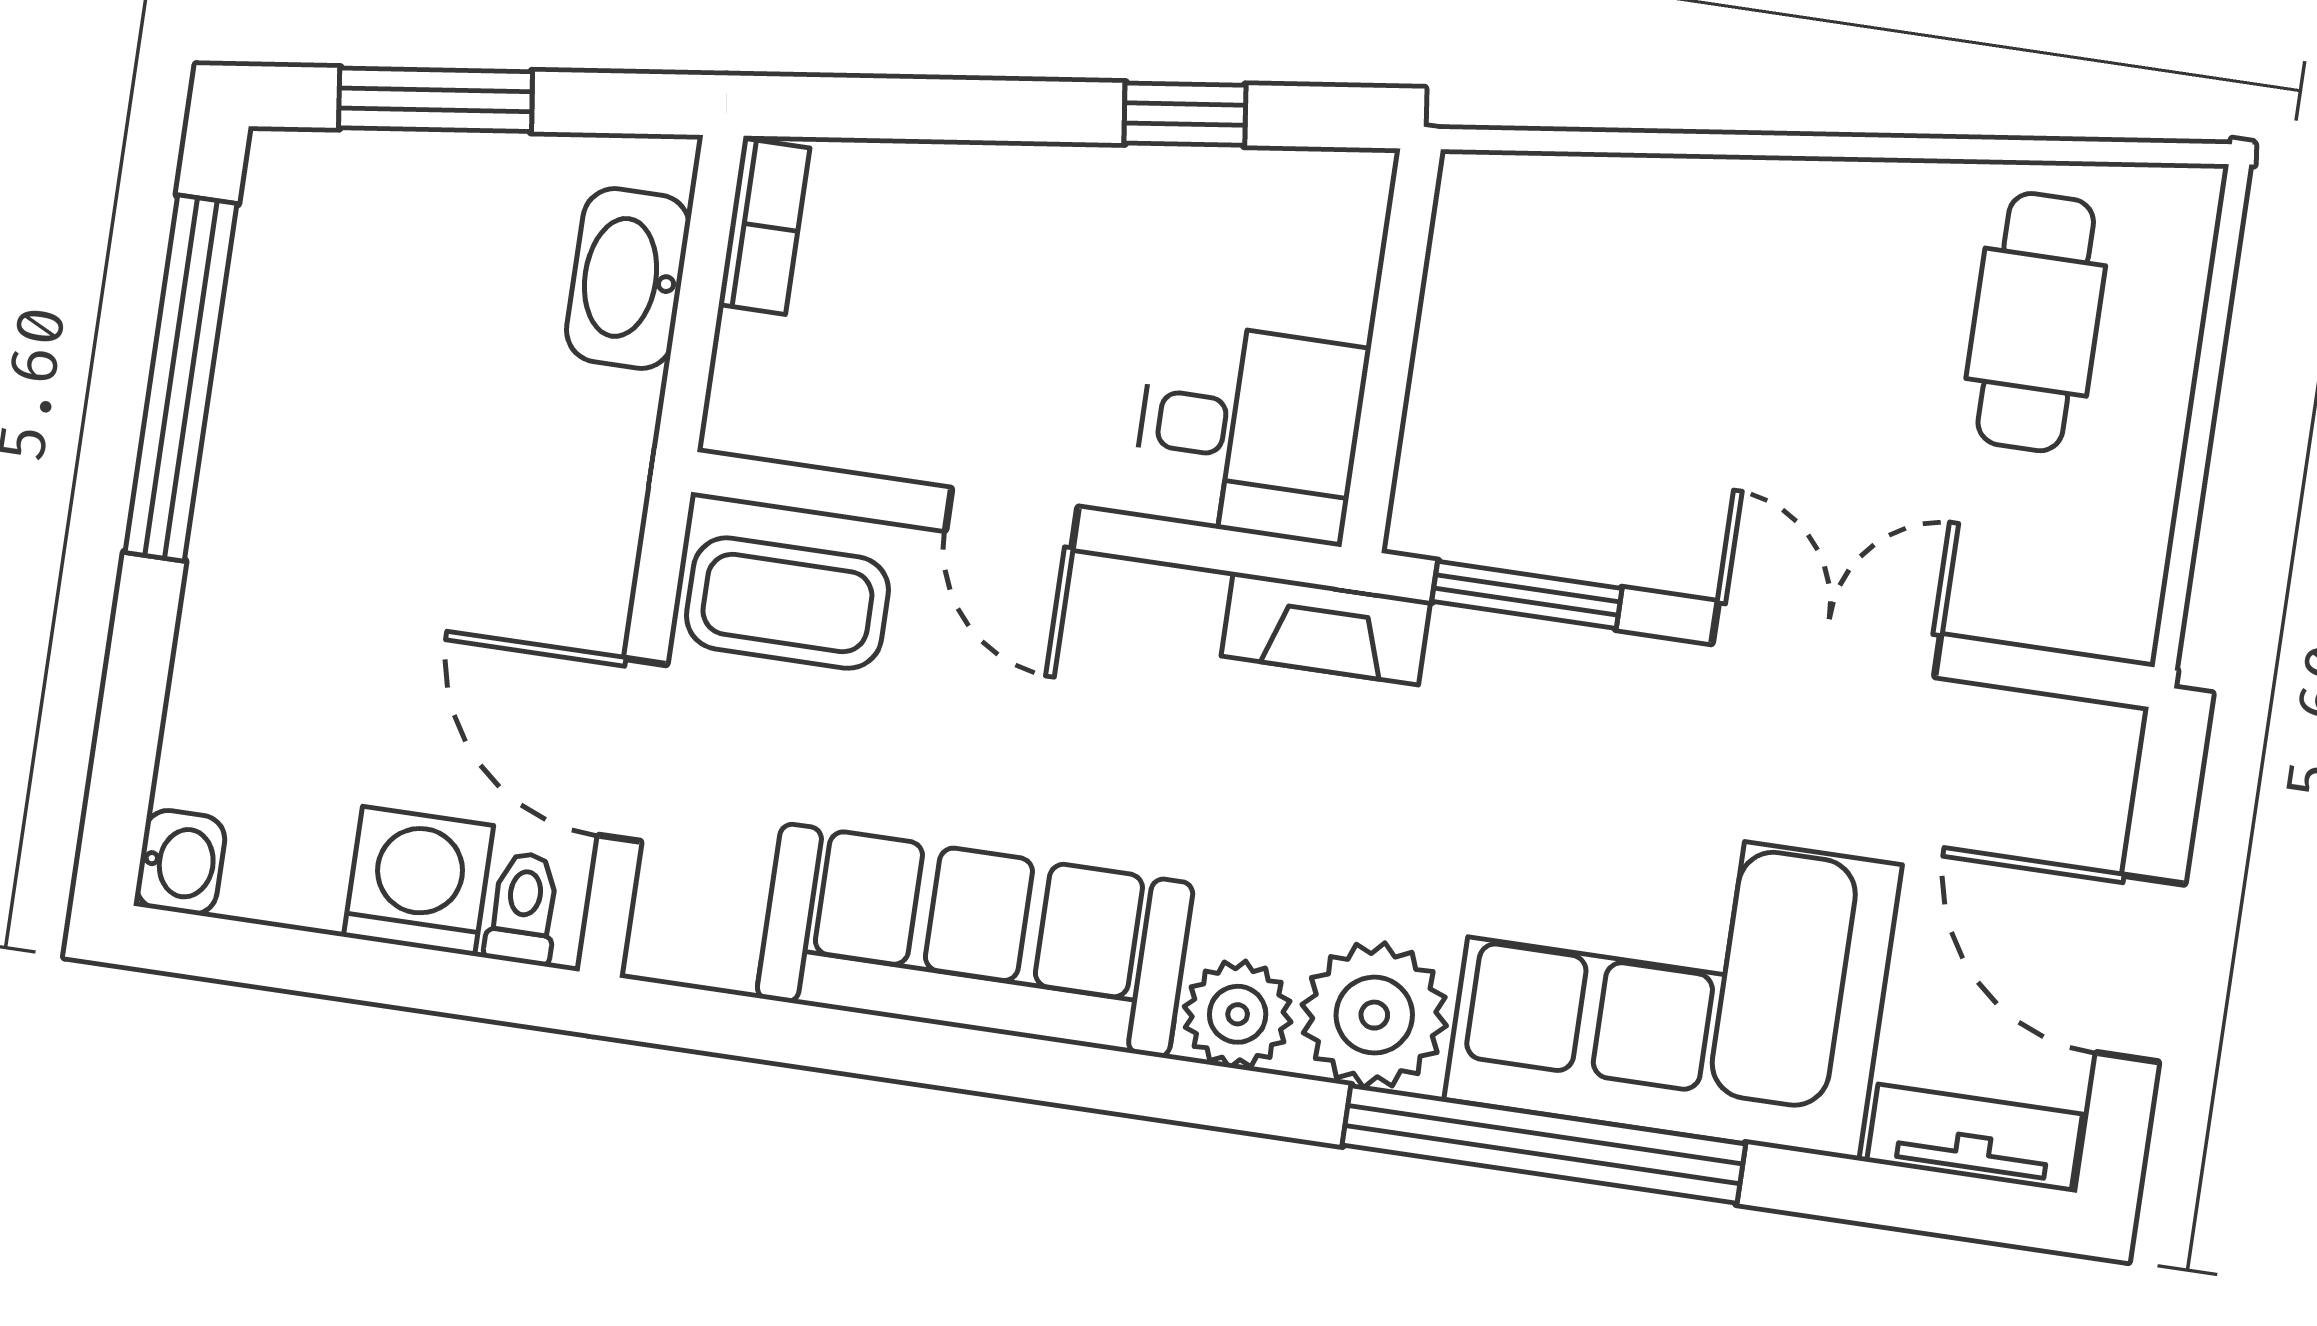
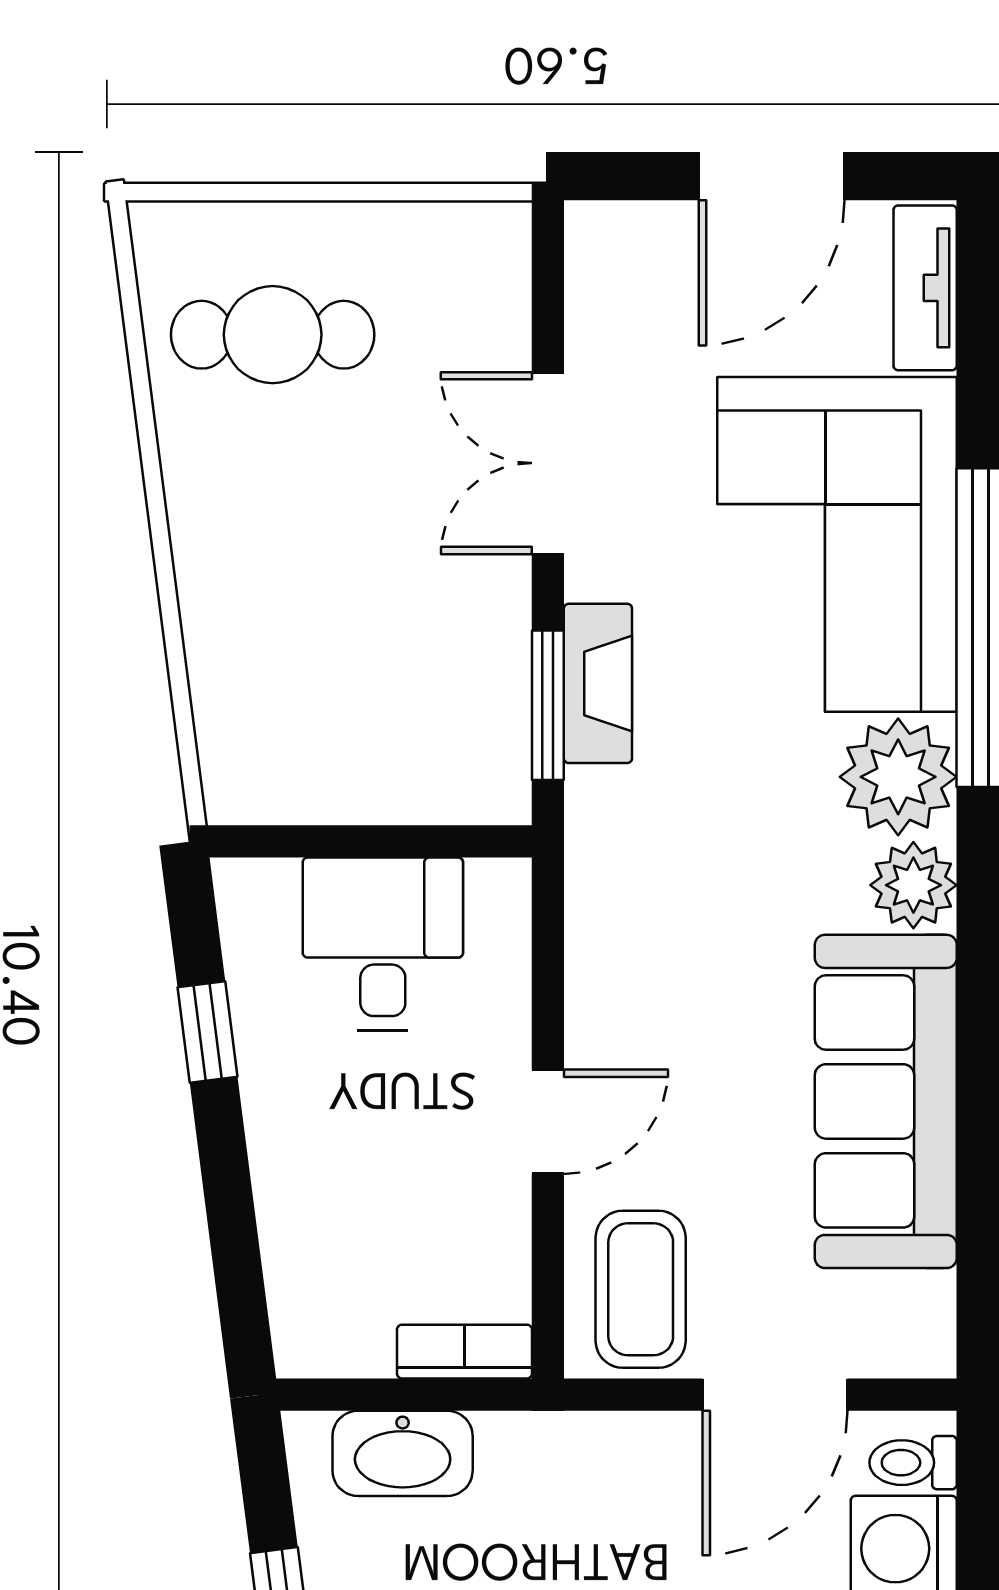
bookcase: (764, 226) -> (464, 1352), moved
desk: (1250, 431) -> (383, 944), moved
fireplace: (1326, 628) -> (598, 683), moved

